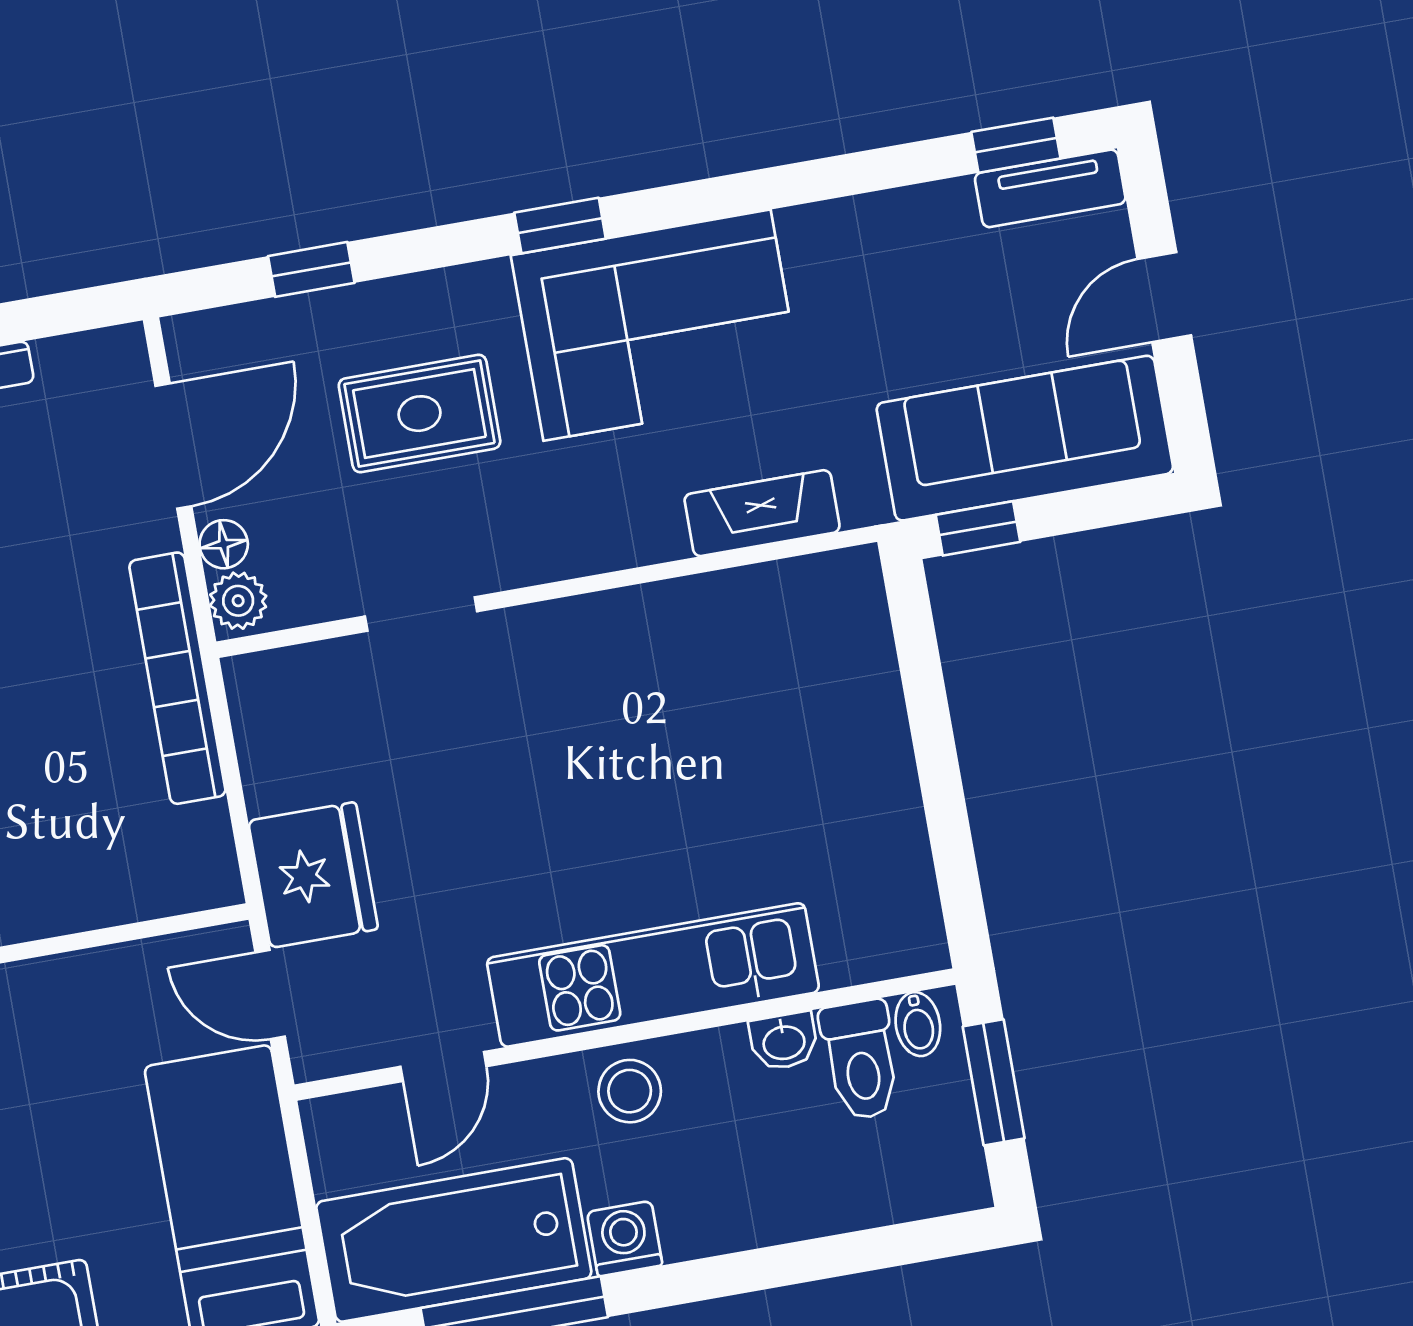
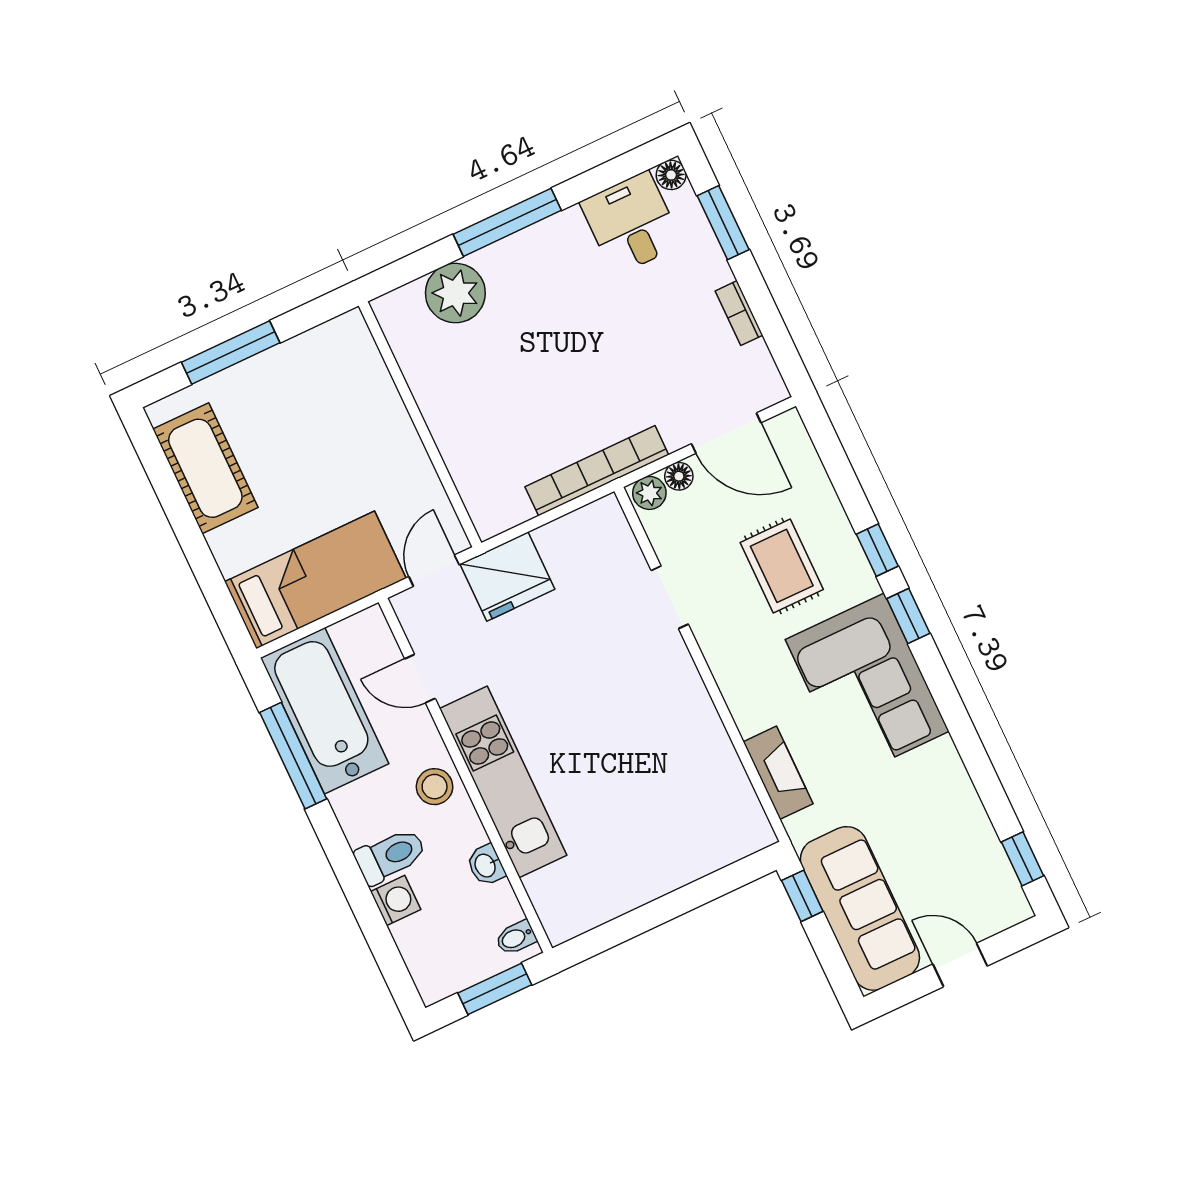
tv unit: (1050, 188) -> (1004, 885), removed
window: (311, 269) -> (877, 550), moved
toilet: (861, 1060) -> (390, 856), moved, turned 180
washing machine: (625, 1239) -> (396, 900), moved

